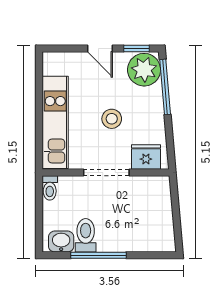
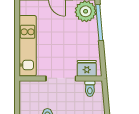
stool: (112, 119) -> (64, 43), removed
toilet: (50, 188) -> (90, 89), moved

